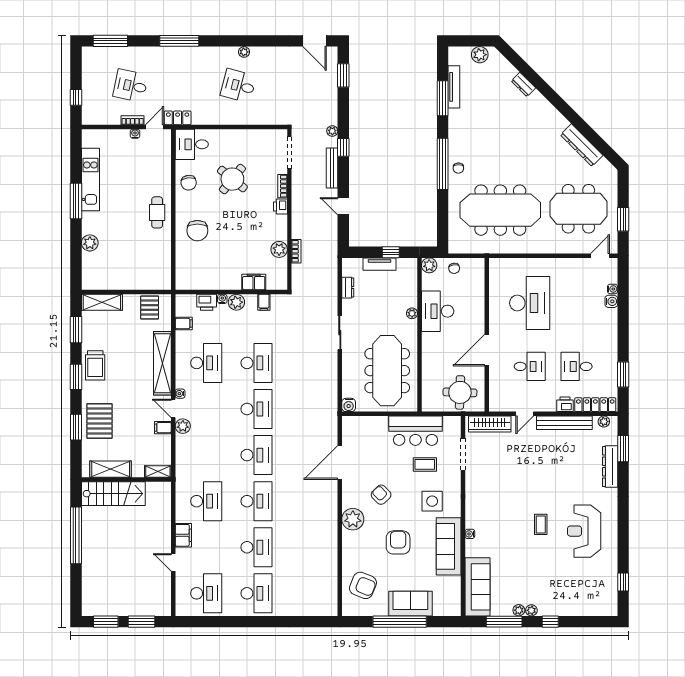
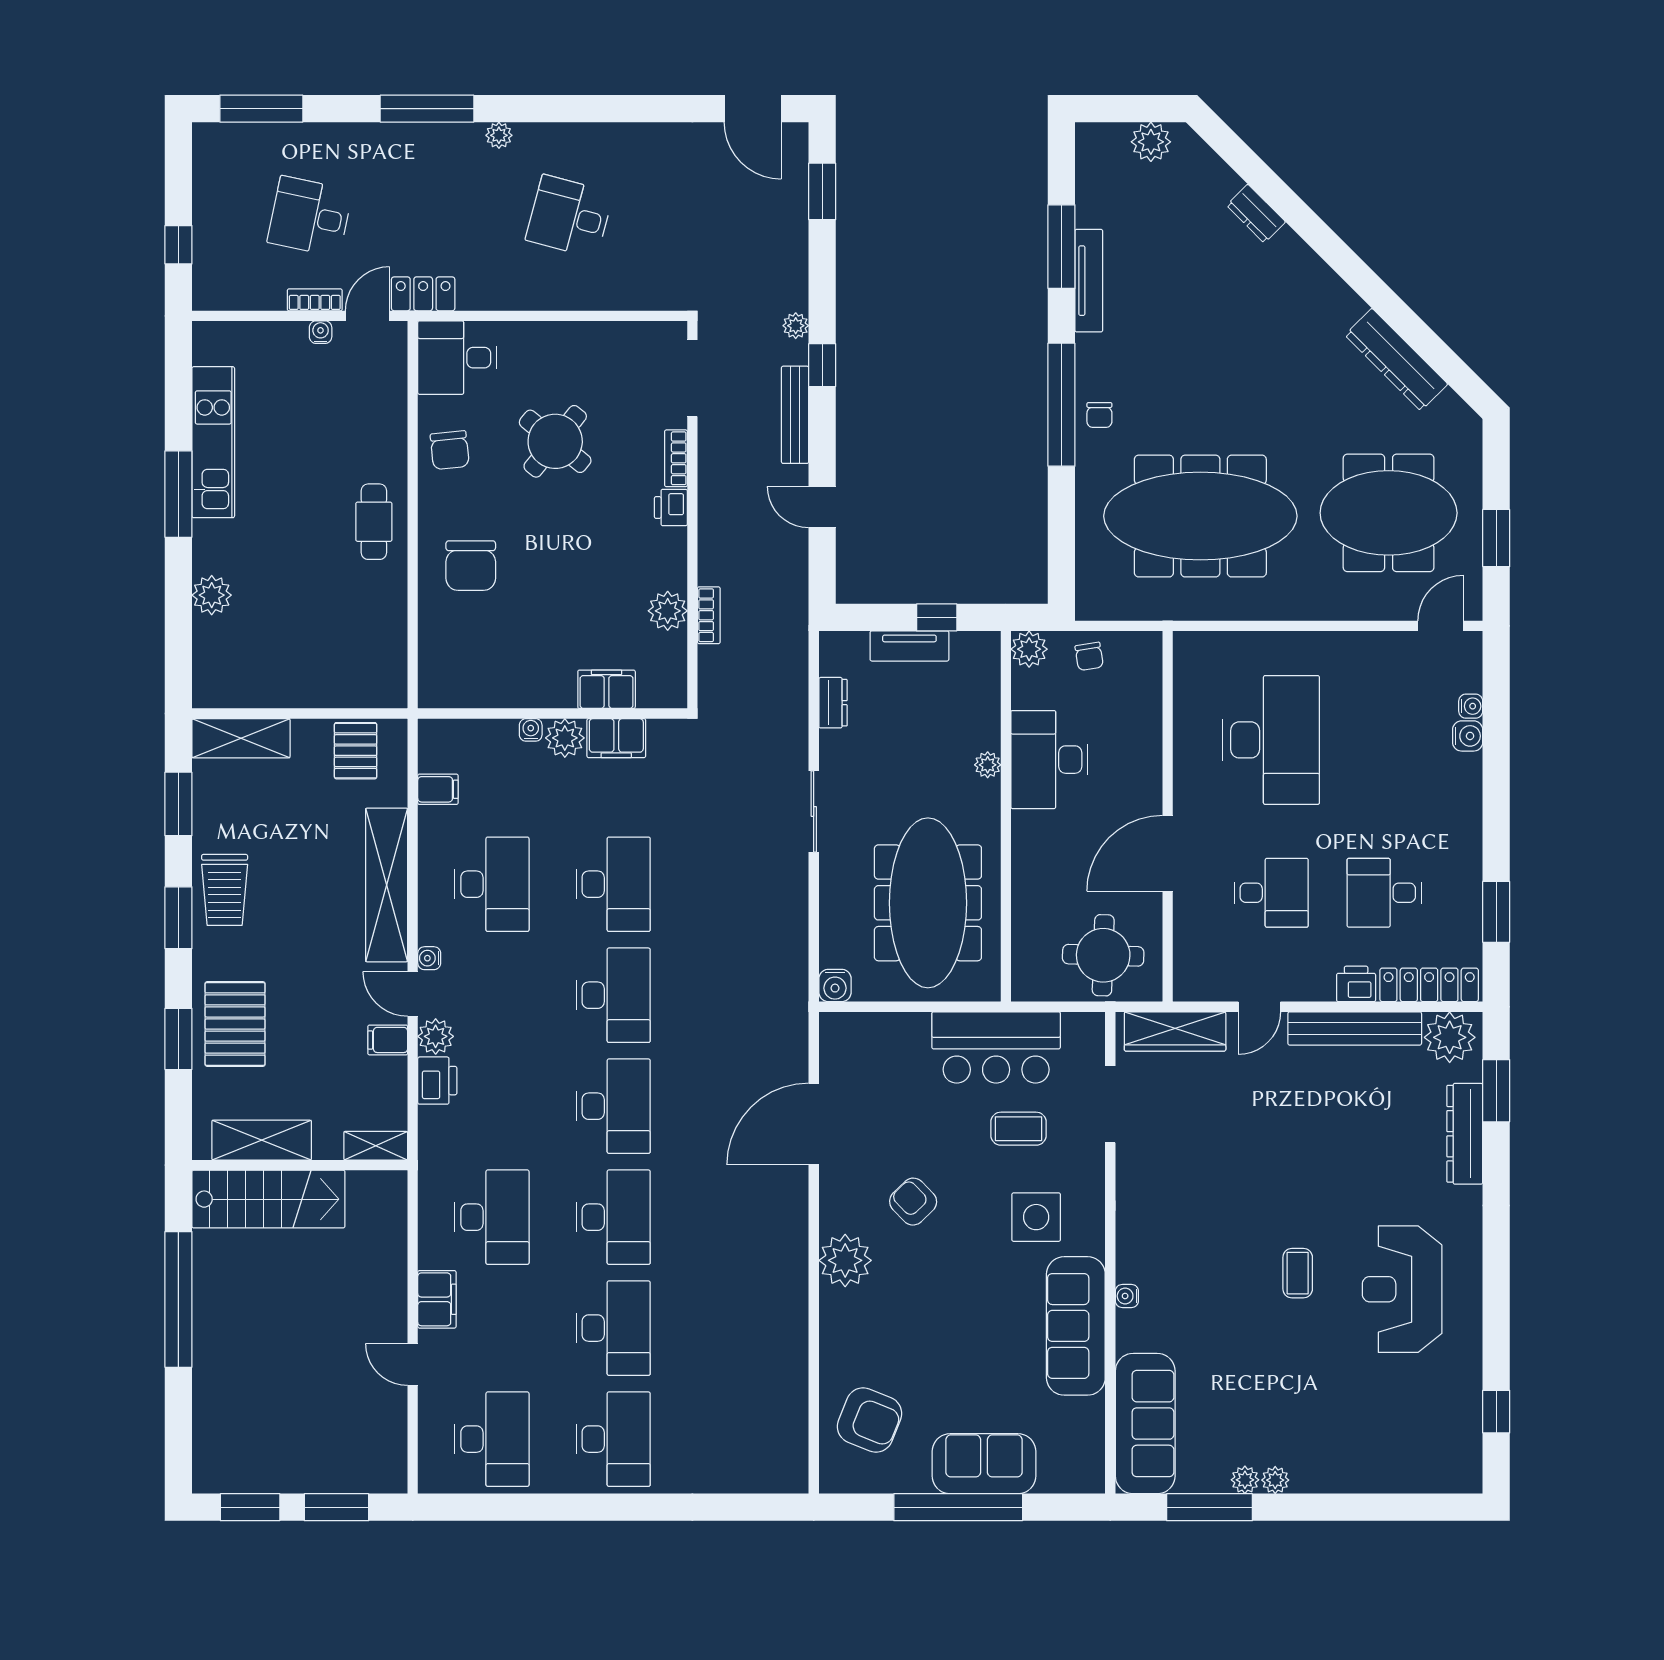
plant: (244, 52) -> (499, 135), moved
tv unit: (454, 87) -> (1089, 281), moved
printer: (207, 302) -> (437, 1081), moved, turned -90
filing cabinet: (264, 302) -> (616, 738), width x2.00
plant: (604, 422) -> (1450, 1037), width x1.87, depth x1.87
armchair: (398, 542) -> (954, 1317), removed
window: (550, 622) -> (1321, 1507), removed

